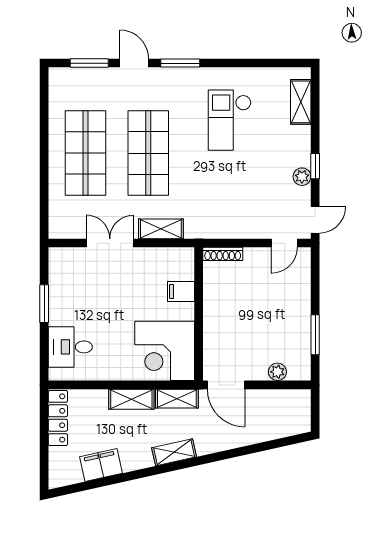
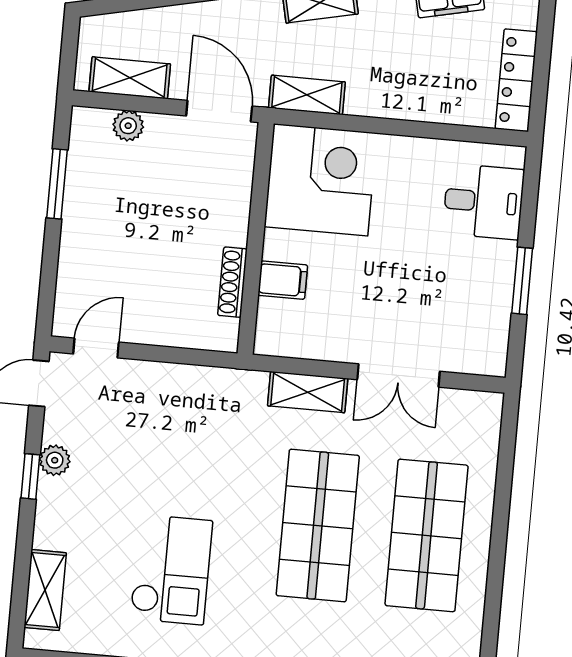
shoe rack: (223, 254) -> (233, 282), moved, turned -90
shelving: (131, 399) -> (130, 78), moved

